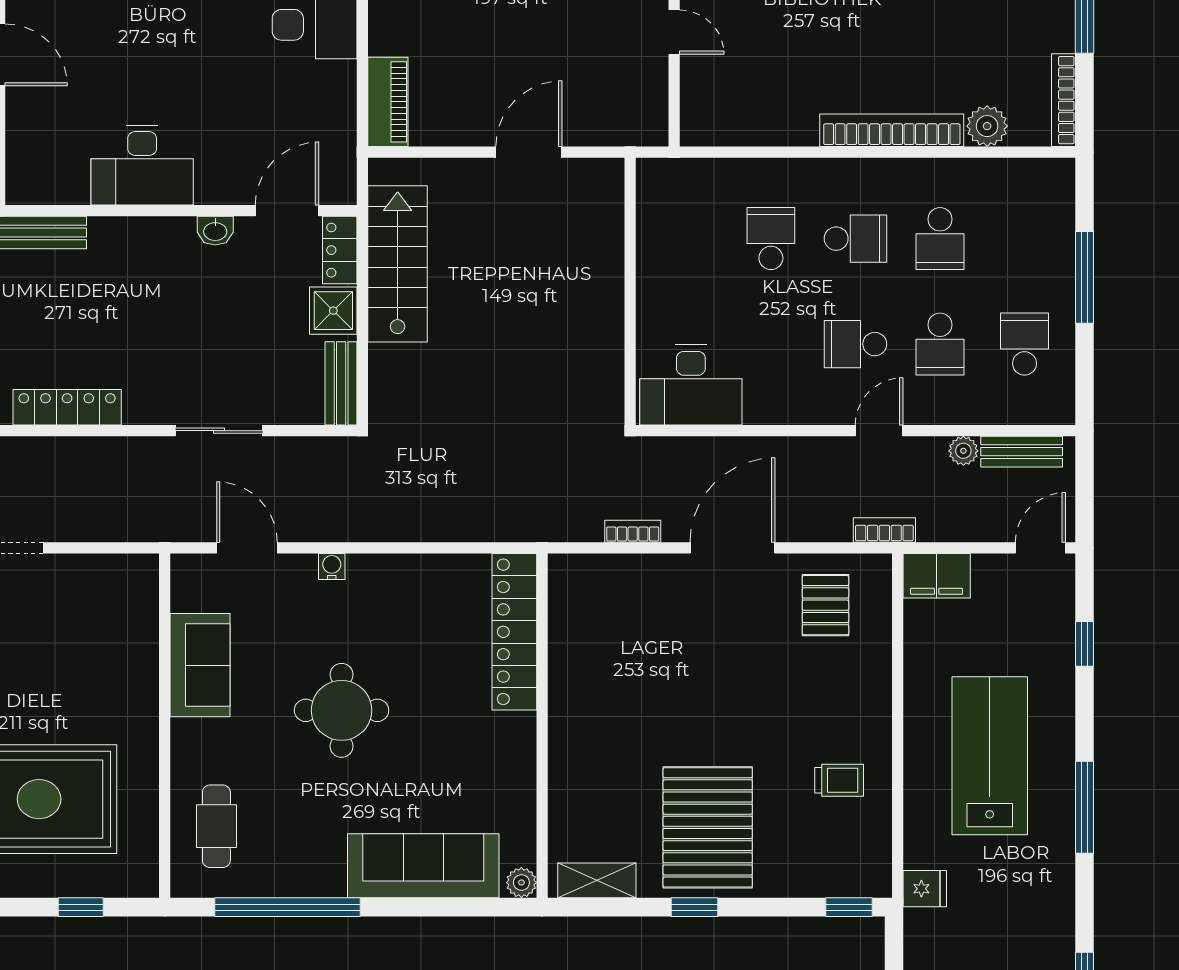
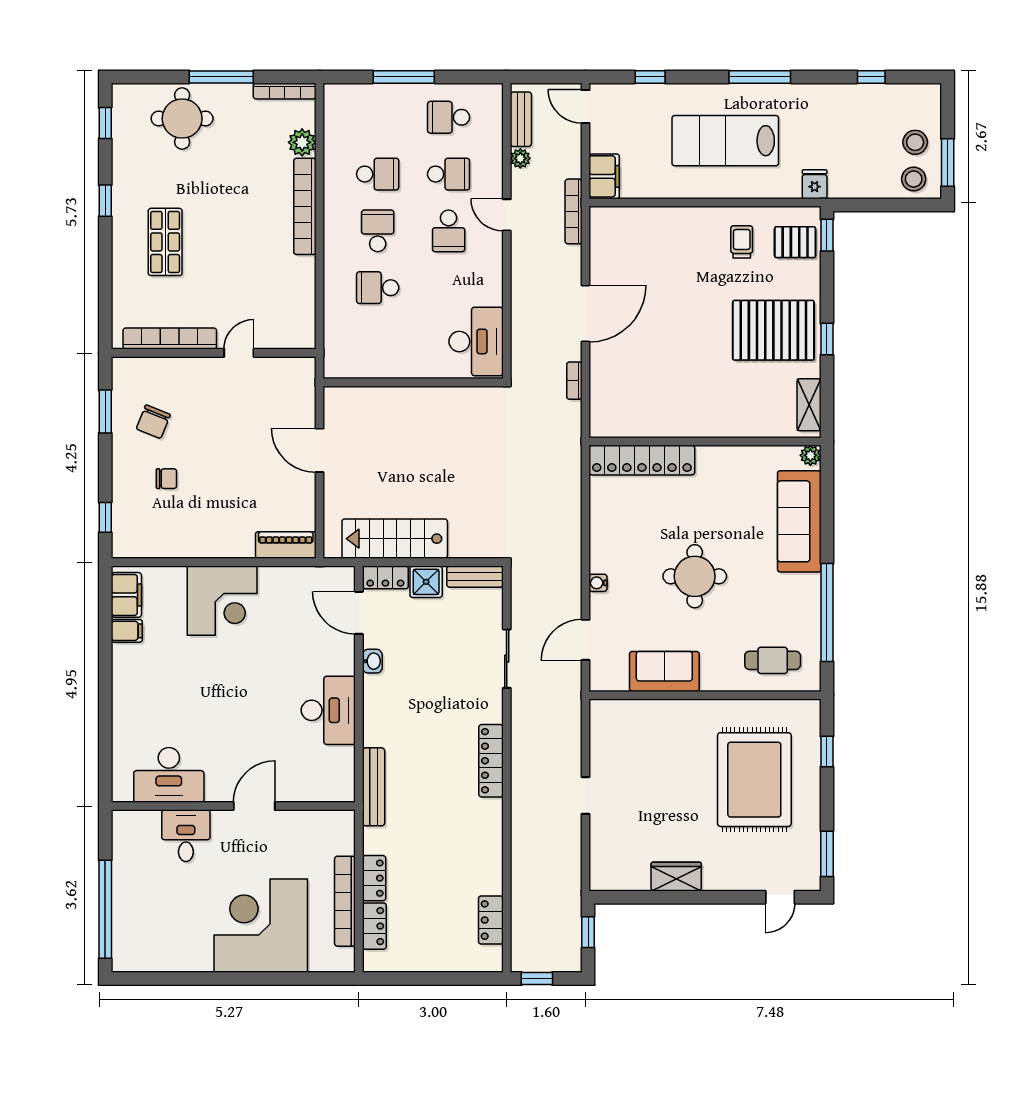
bookcase: (884, 530) -> (574, 211), width x1.56
door: (733, 548) -> (586, 314), swing flipped
pallet: (825, 605) -> (795, 242), moved

